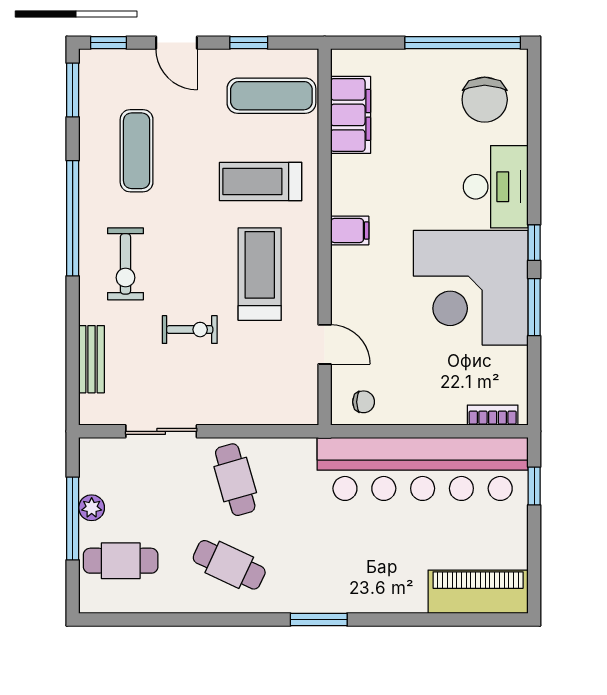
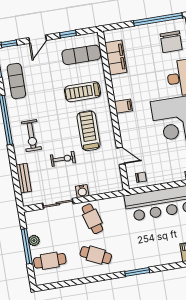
door: (177, 43) -> (38, 39), hinge flipped
exercise mat: (137, 151) -> (16, 81), moved
water cooler: (222, 411) -> (82, 191), added

